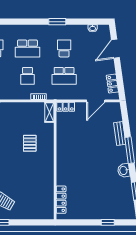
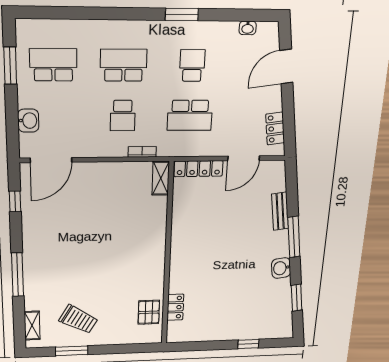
school desk: (27, 48) -> (124, 65), turned 180
locker: (66, 107) -> (199, 169), width x1.53
pallet: (30, 143) -> (149, 312), moved
locker: (61, 200) -> (175, 307), width x0.66

